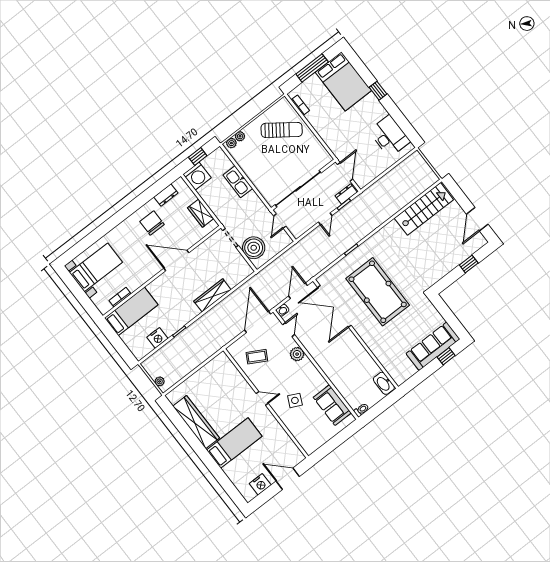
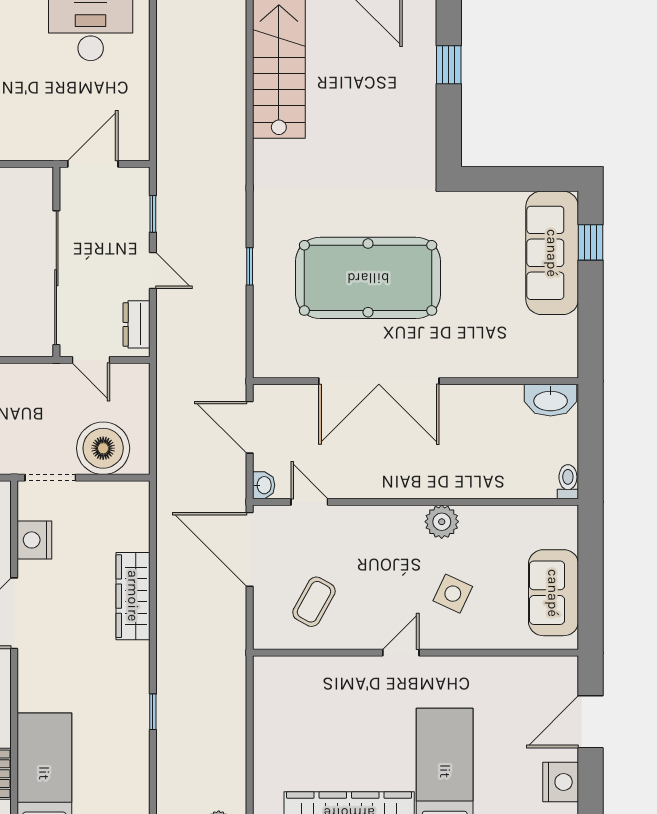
door: (345, 172) -> (93, 164), hinge flipped
dresser: (346, 194) -> (137, 324), moved
double door: (334, 306) -> (379, 381), moved
nightstand: (157, 338) -> (34, 540), moved, turned 180
plant: (297, 354) -> (442, 522), moved
sofa: (332, 405) -> (553, 593), moved, turned 90

